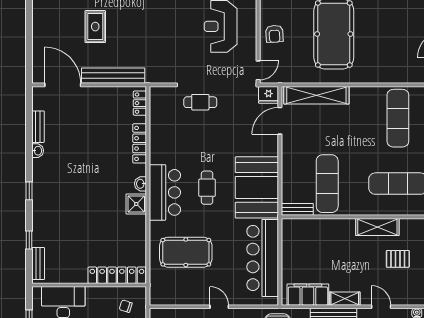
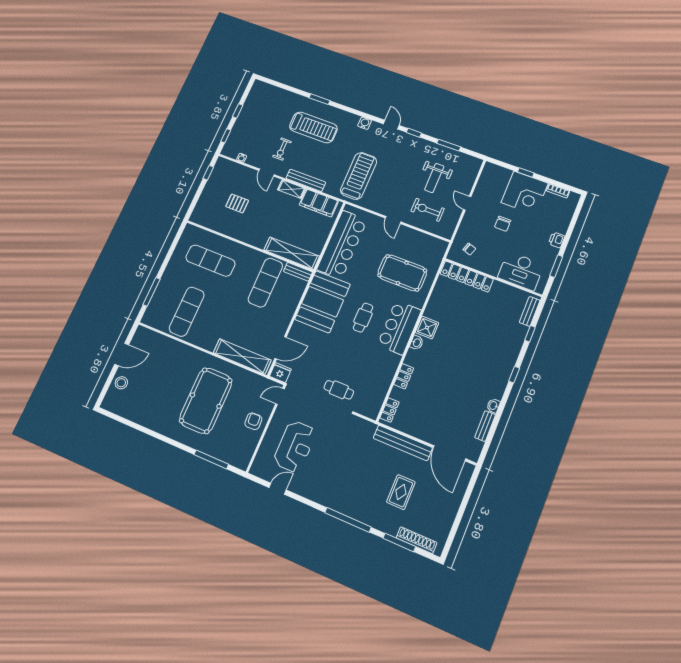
locker: (140, 143) -> (404, 376), width x0.66
shelving: (377, 227) -> (292, 253), moved, width x1.47

